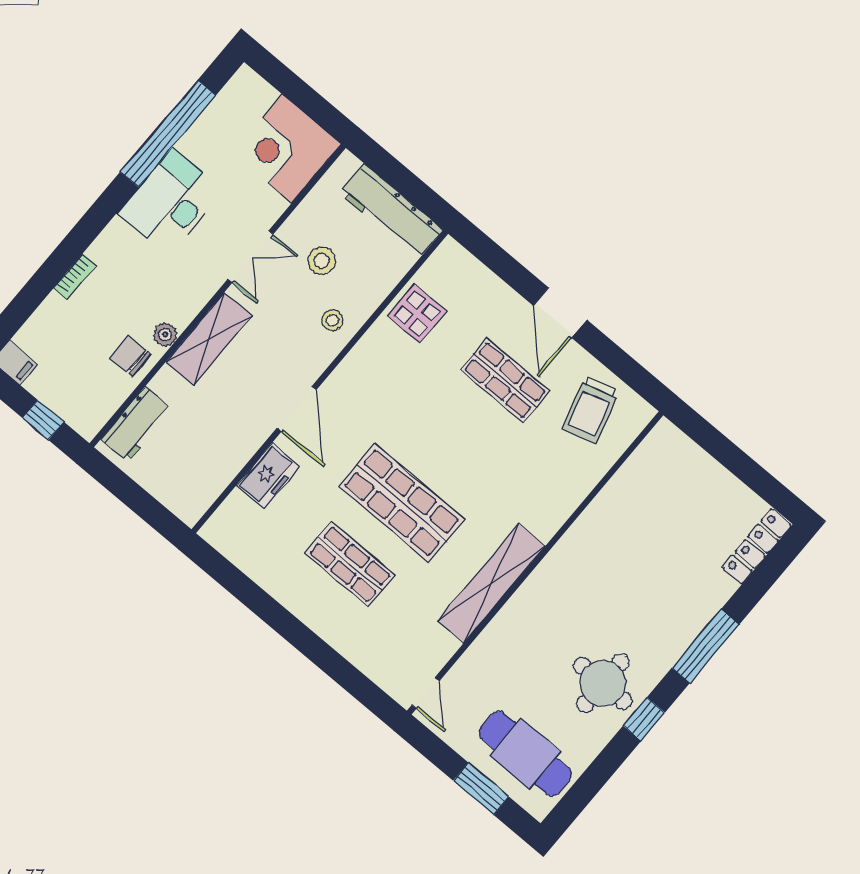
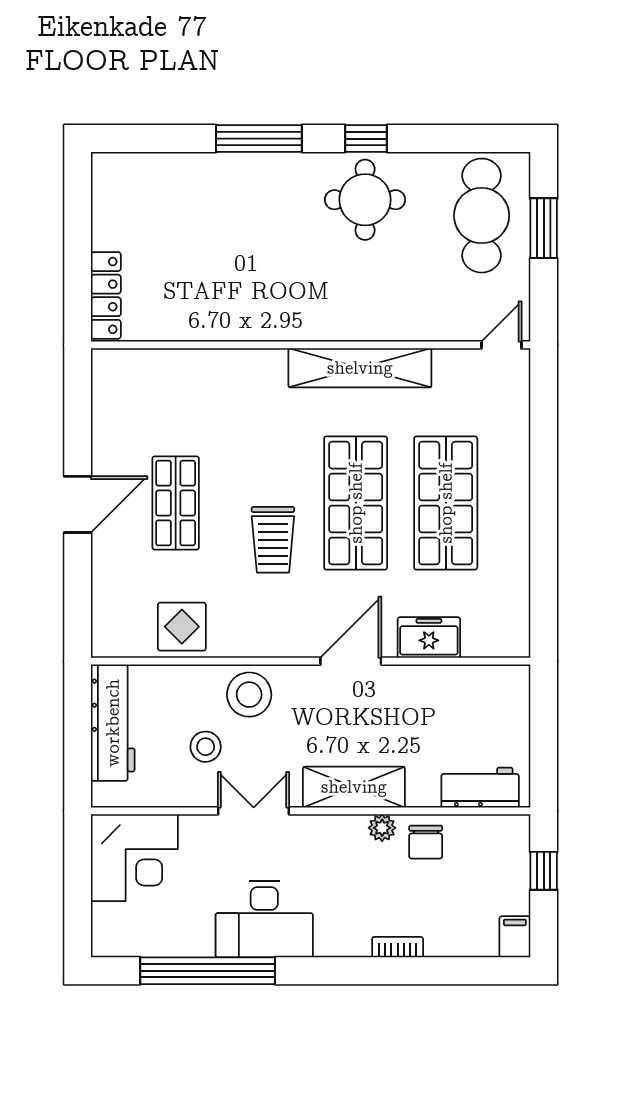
stool: (332, 320) -> (249, 695), width x1.89, depth x1.89
trolley: (591, 410) -> (273, 540), moved, turned 107
locker: (757, 546) -> (106, 295), moved, turned -90
shop shelf: (350, 564) -> (446, 503), width x1.43, depth x1.36

